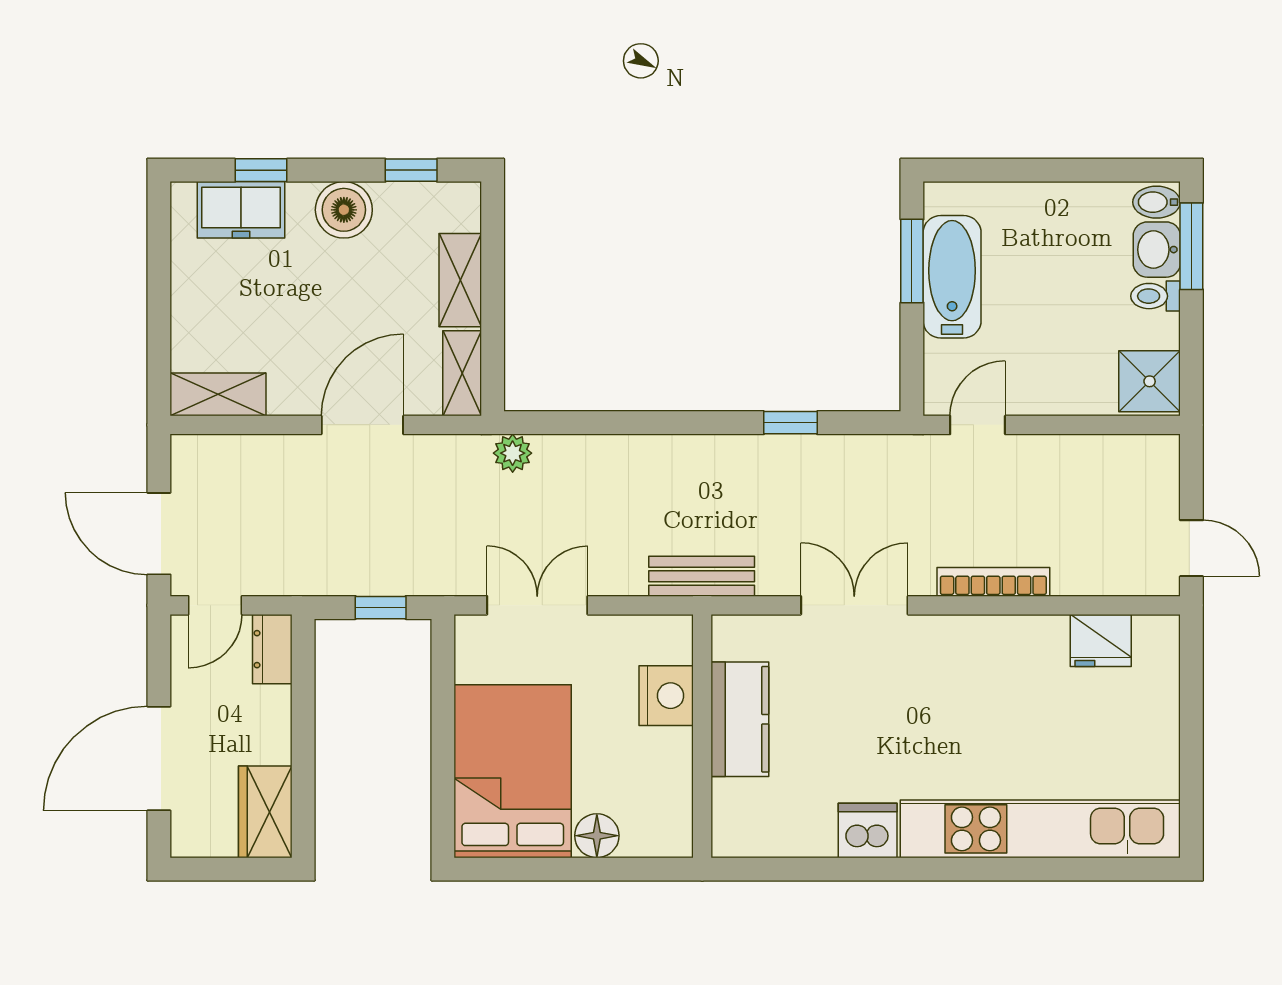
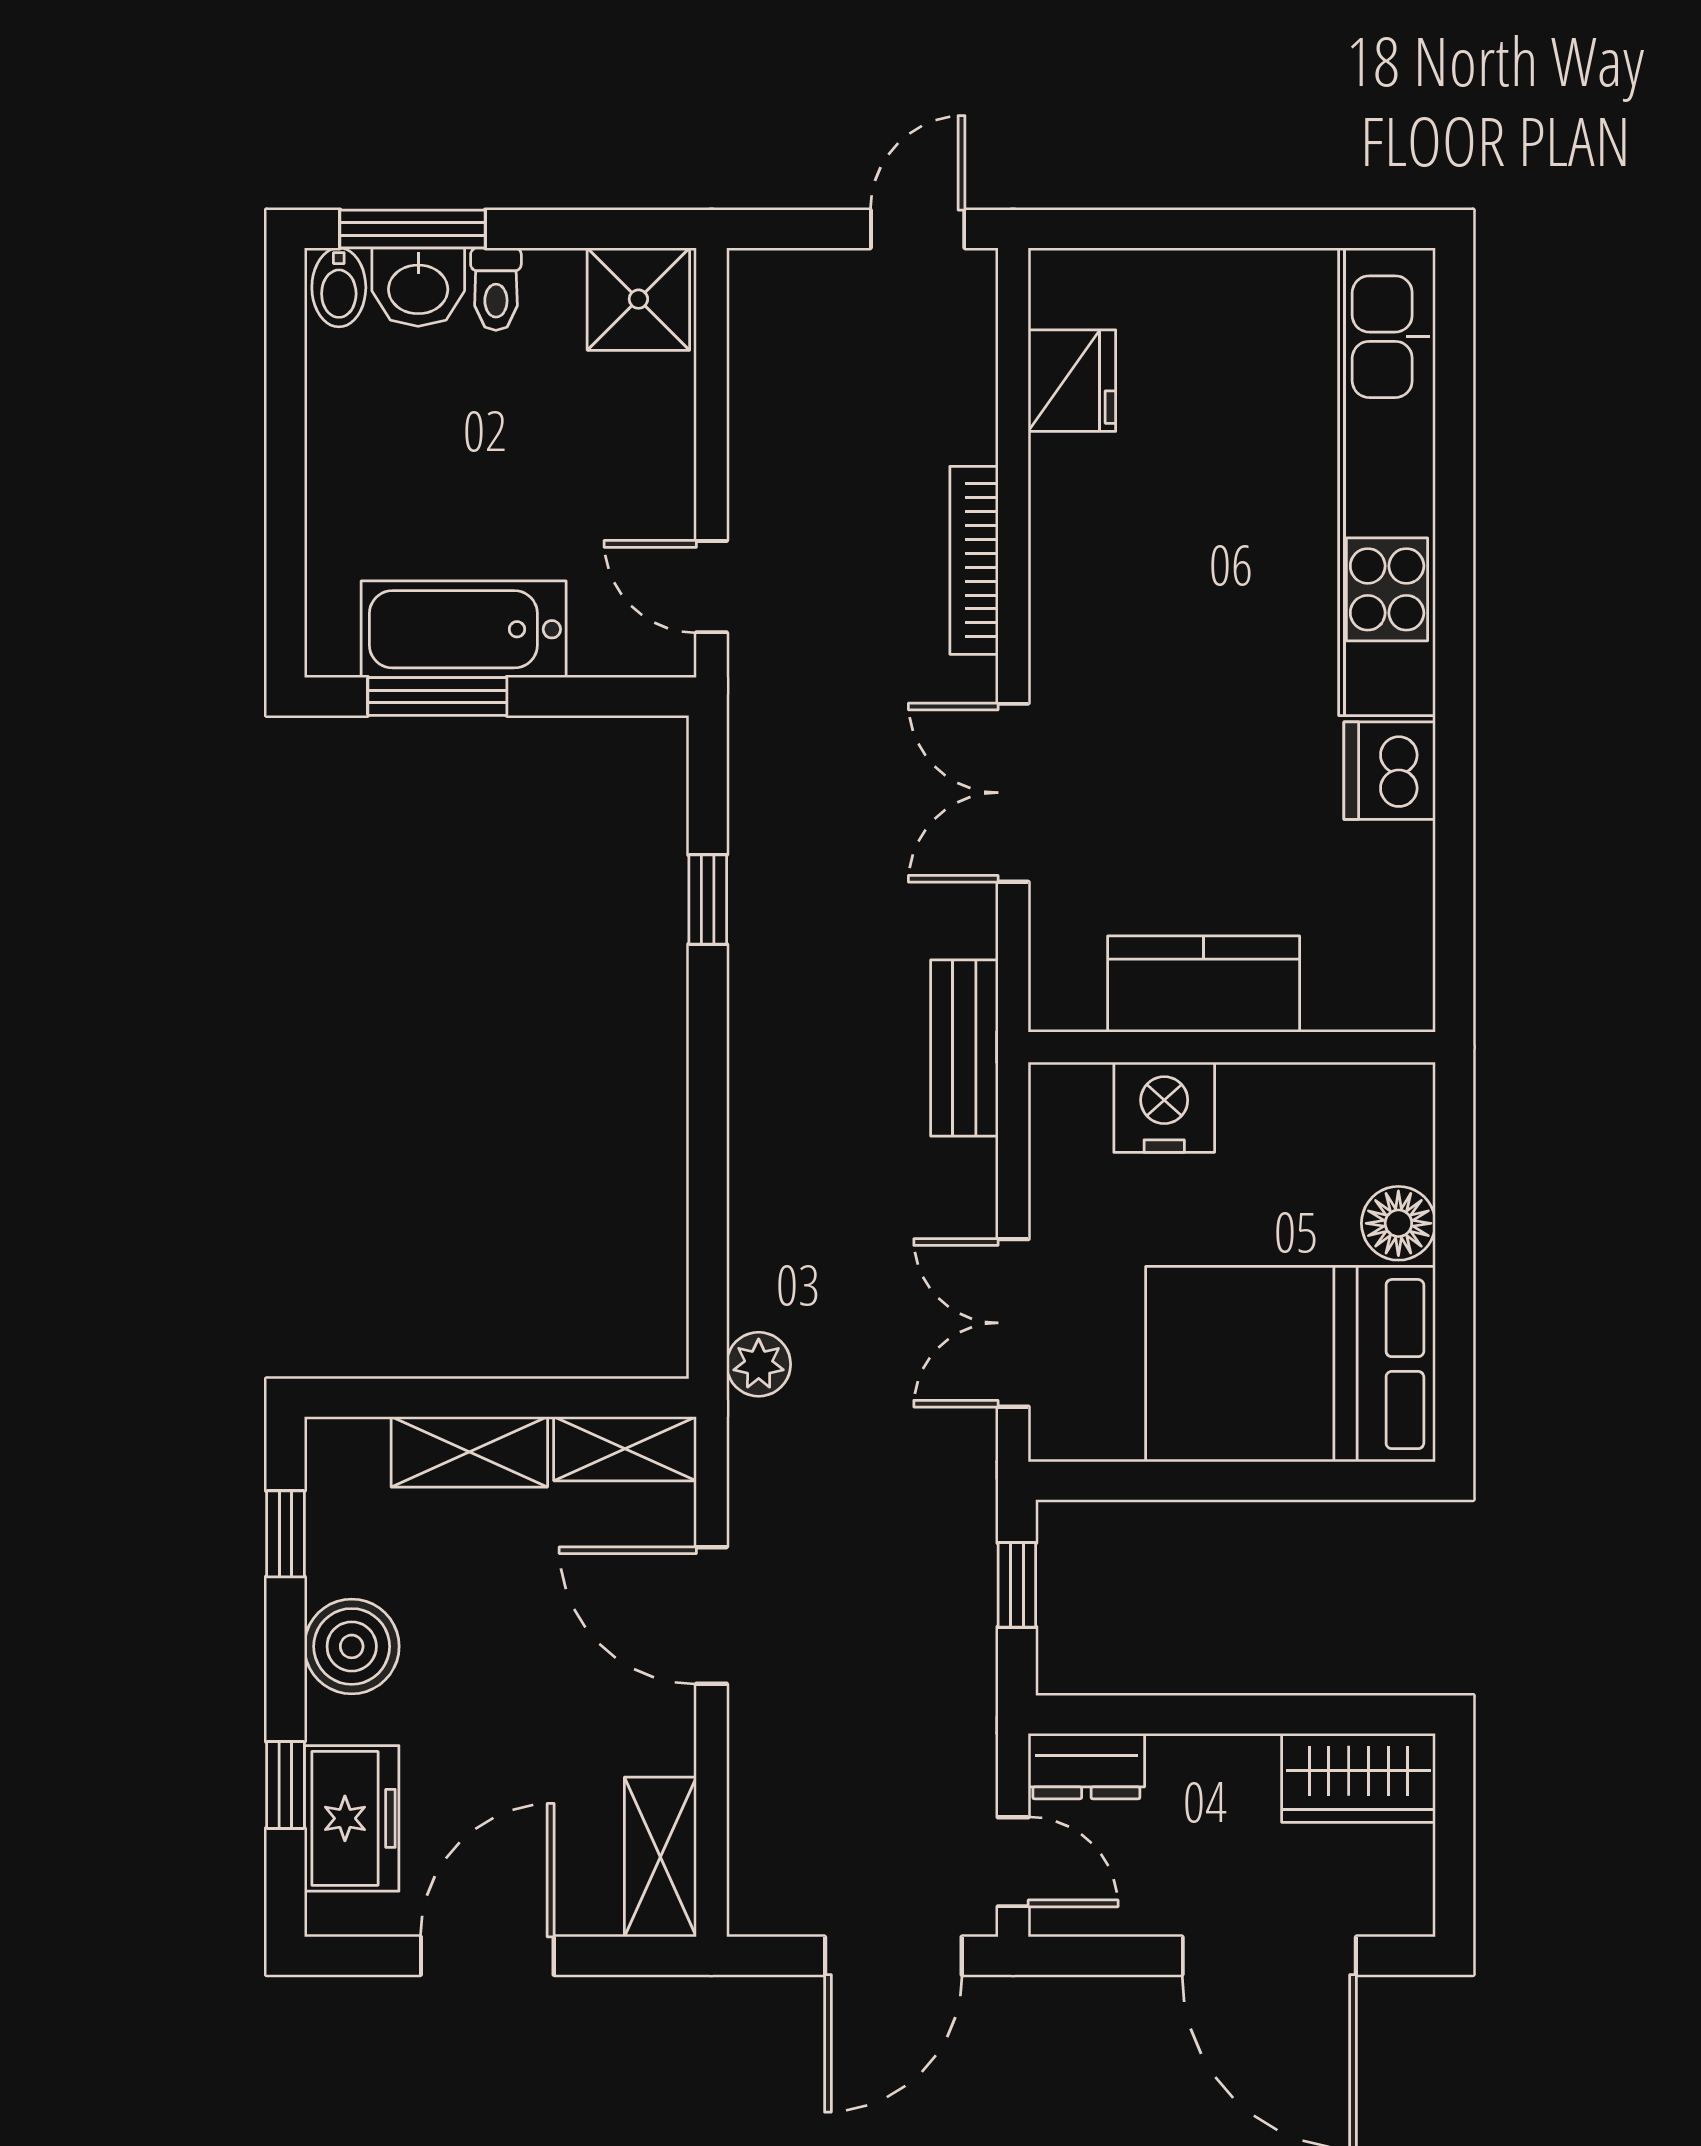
door: (159, 291) -> (487, 1956), added

